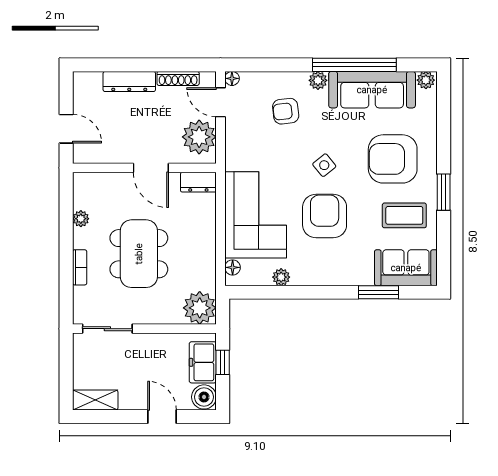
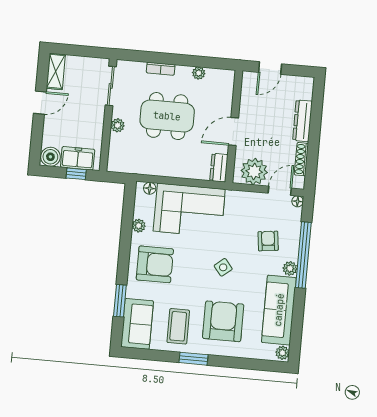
window: (354, 65) -> (303, 255), moved
armchair: (325, 216) -> (155, 264), moved
plant: (200, 308) -> (117, 125), moved, width x0.53, depth x0.53
door: (162, 417) -> (40, 103), moved

